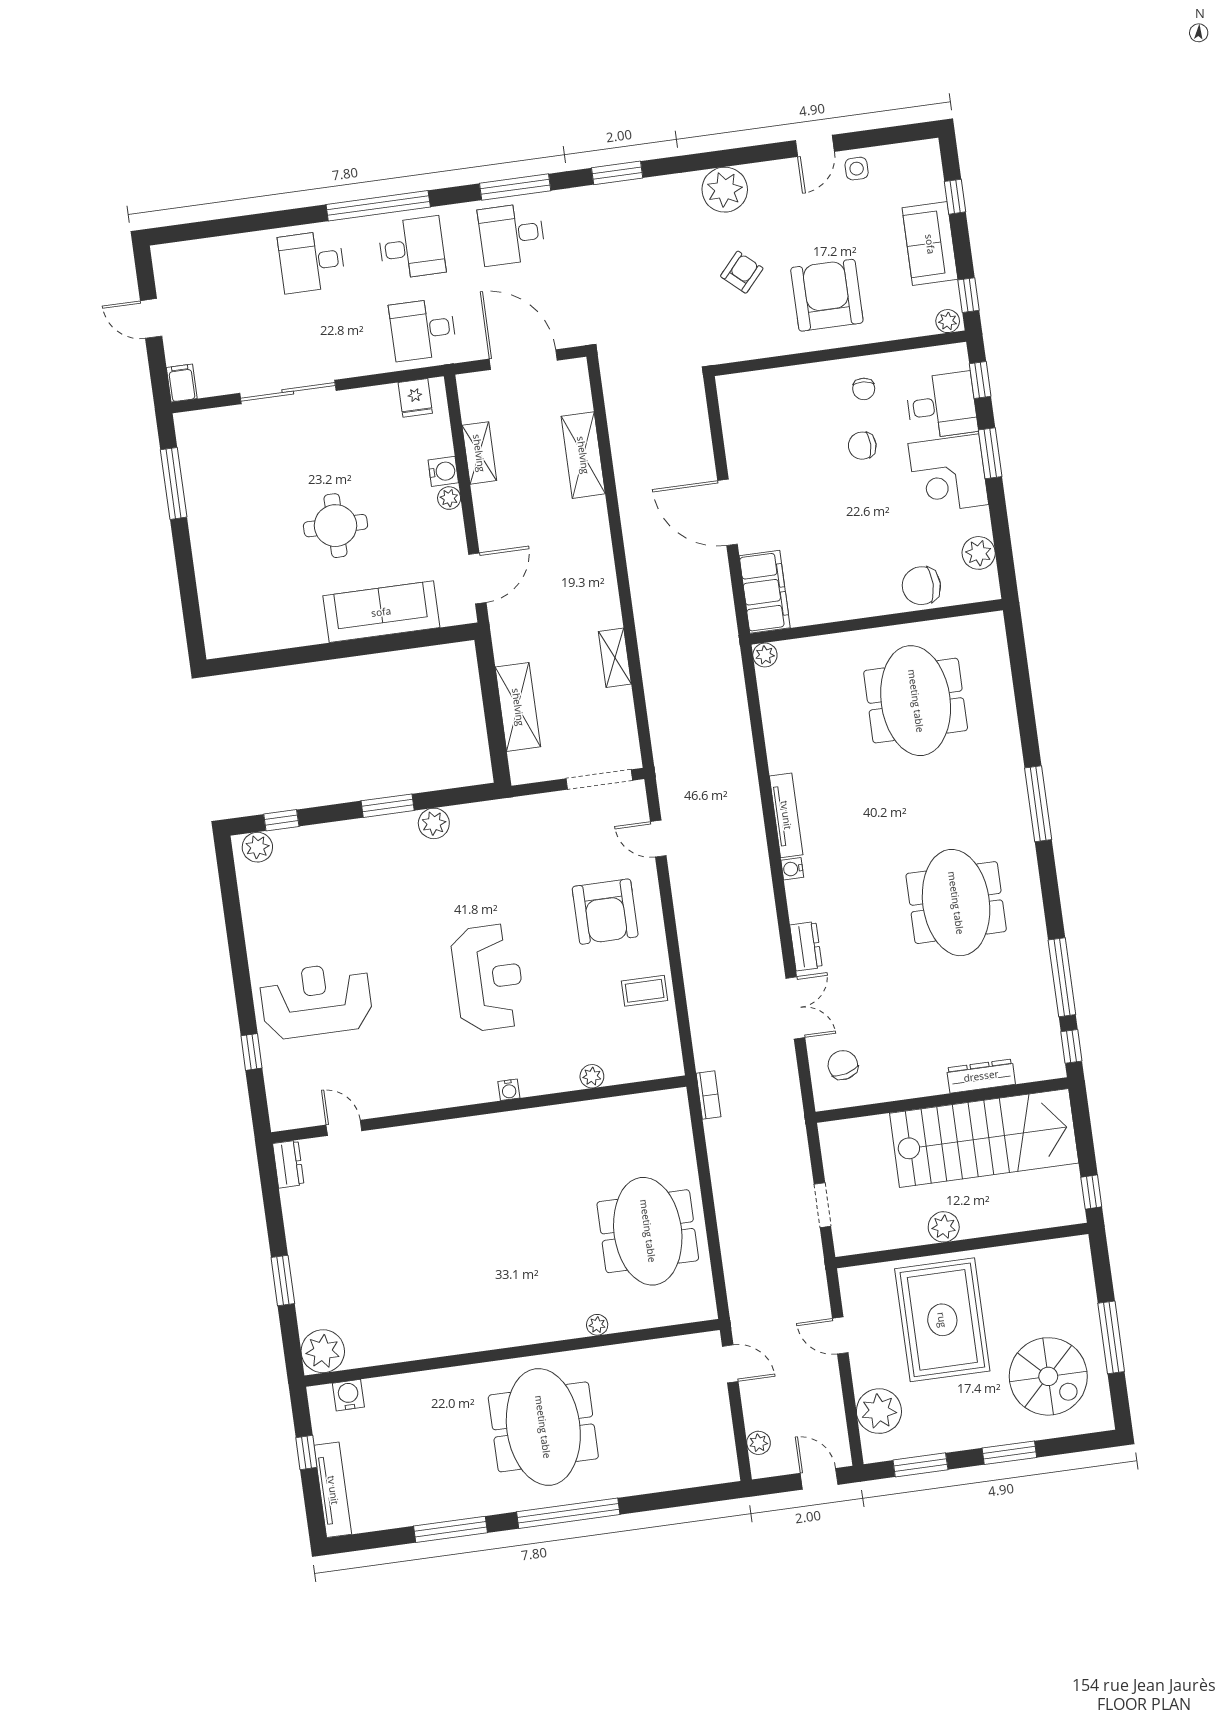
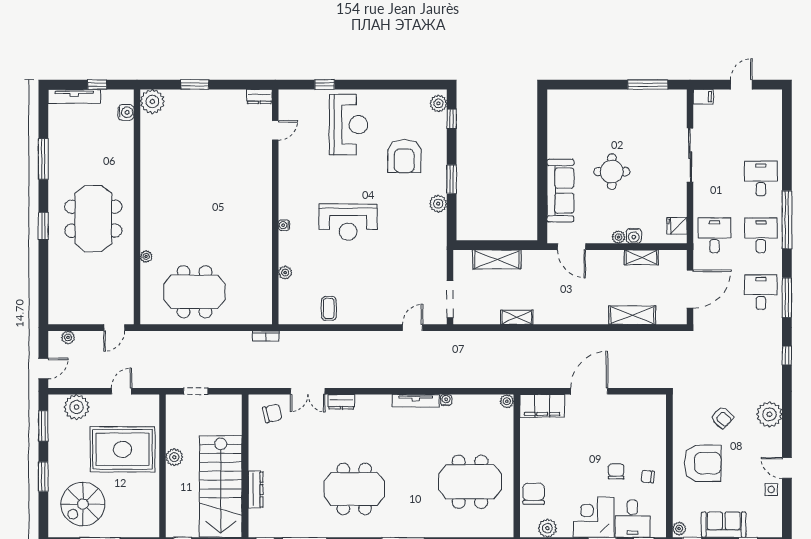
window: (617, 173) -> (787, 356), width x0.67
desk: (412, 248) -> (761, 235), turned 180
water cooler: (792, 869) -> (446, 400), moved
armchair: (605, 912) -> (404, 156), moved, turned -90
meeting table: (543, 1427) -> (93, 219), turned 90
window: (568, 1513) -> (43, 226), width x0.47

